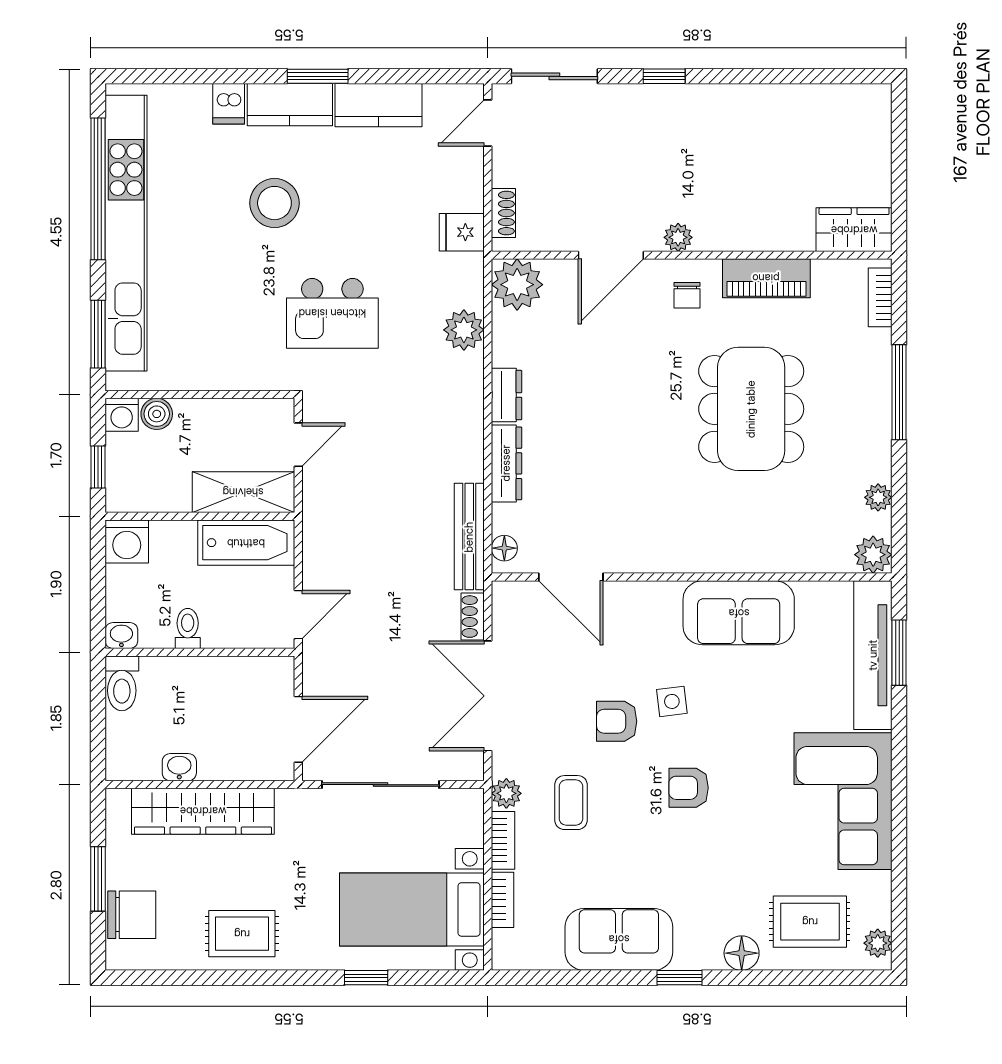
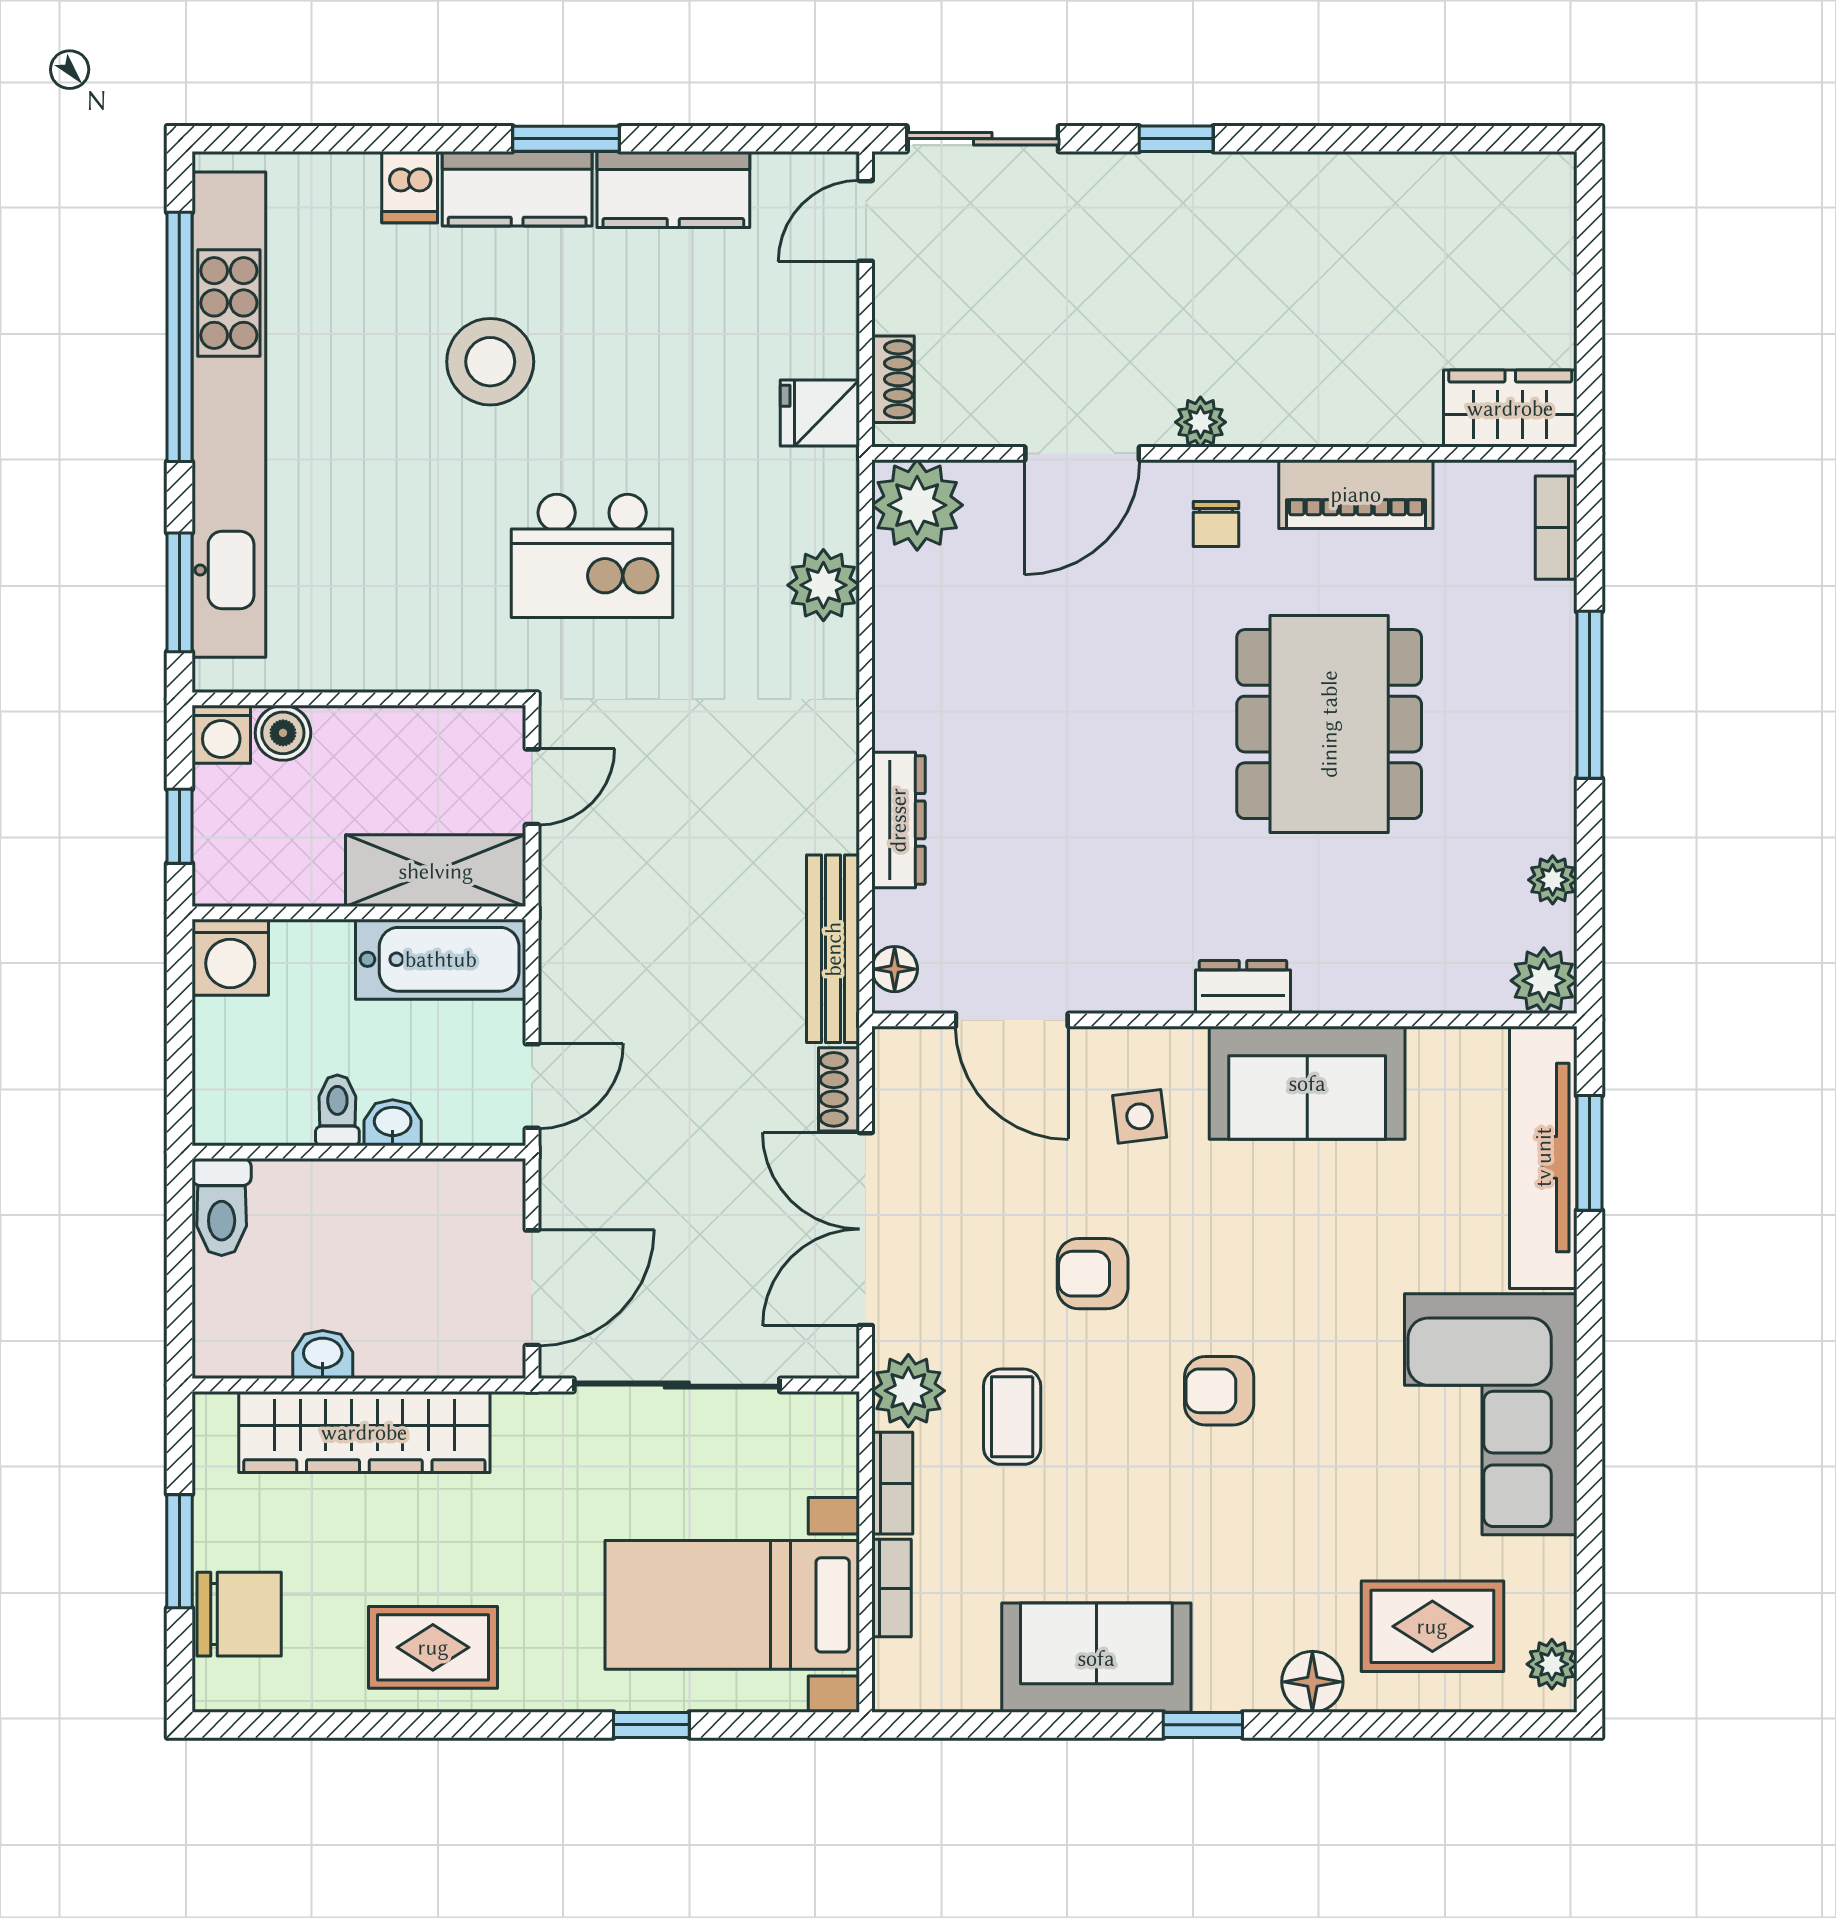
dresser: (506, 395) -> (1243, 987), moved, turned -90
washbasin: (121, 636) -> (393, 1123), moved
side table: (672, 701) -> (1140, 1116), moved
plant: (506, 793) -> (908, 1391), width x1.38, depth x1.38

